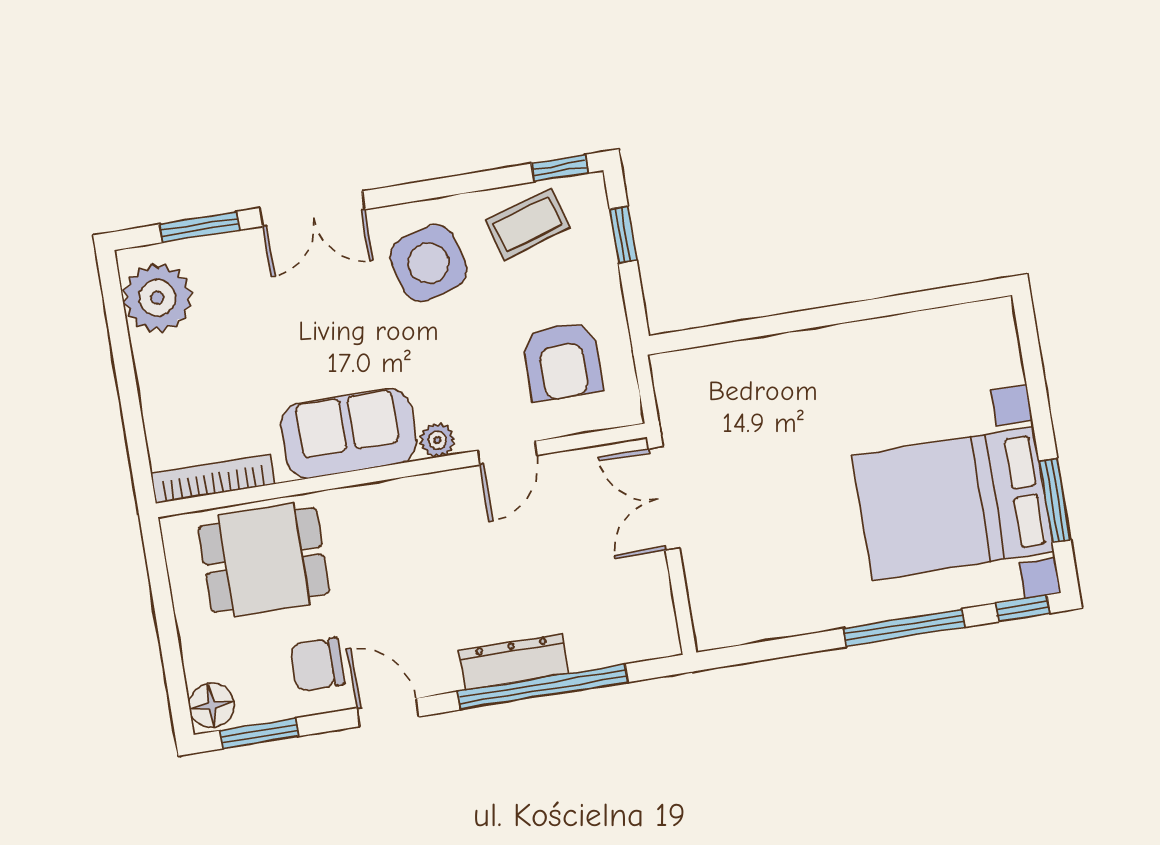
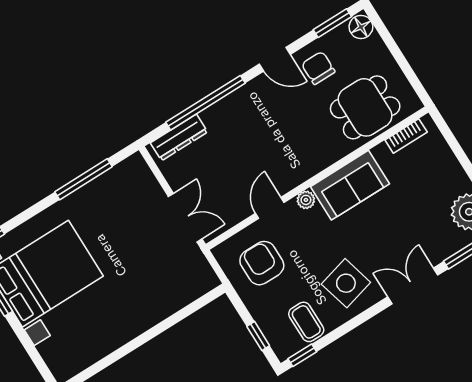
coffee table: (528, 224) -> (306, 322), turned -73
bookcase: (213, 479) -> (406, 136), width x0.64
window: (904, 628) -> (83, 179), moved
dresser: (514, 662) -> (179, 137), moved
chair: (317, 664) -> (318, 68), turned -90

